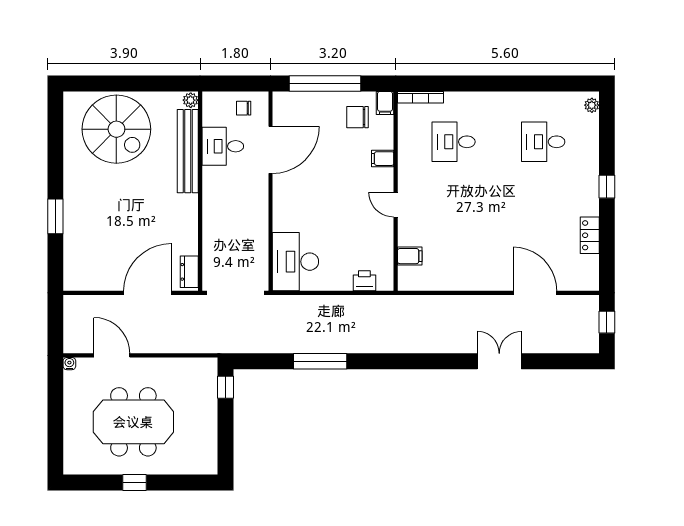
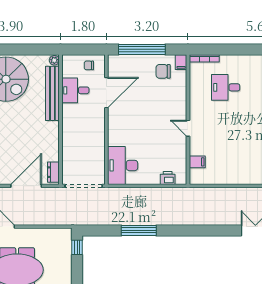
filing cabinet: (383, 159) -> (179, 98), removed

